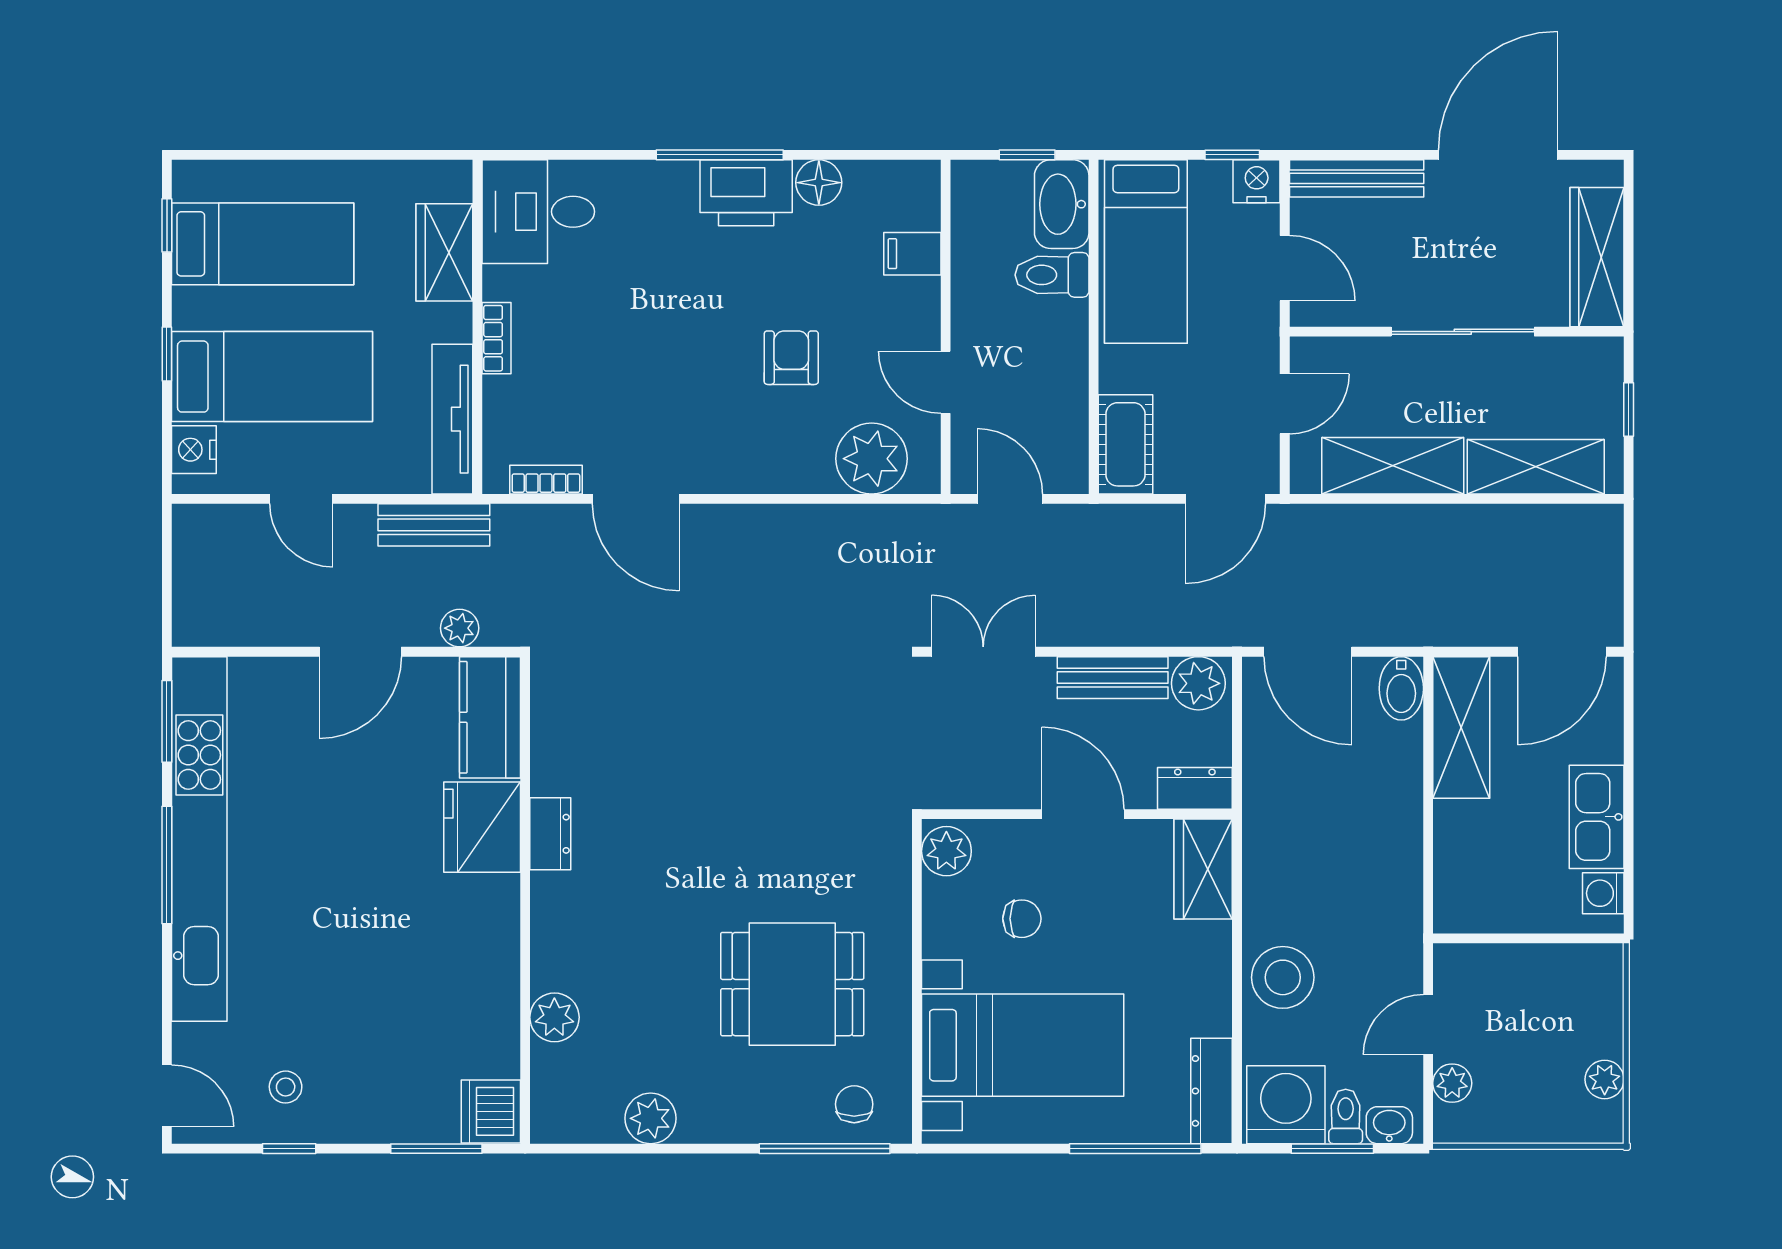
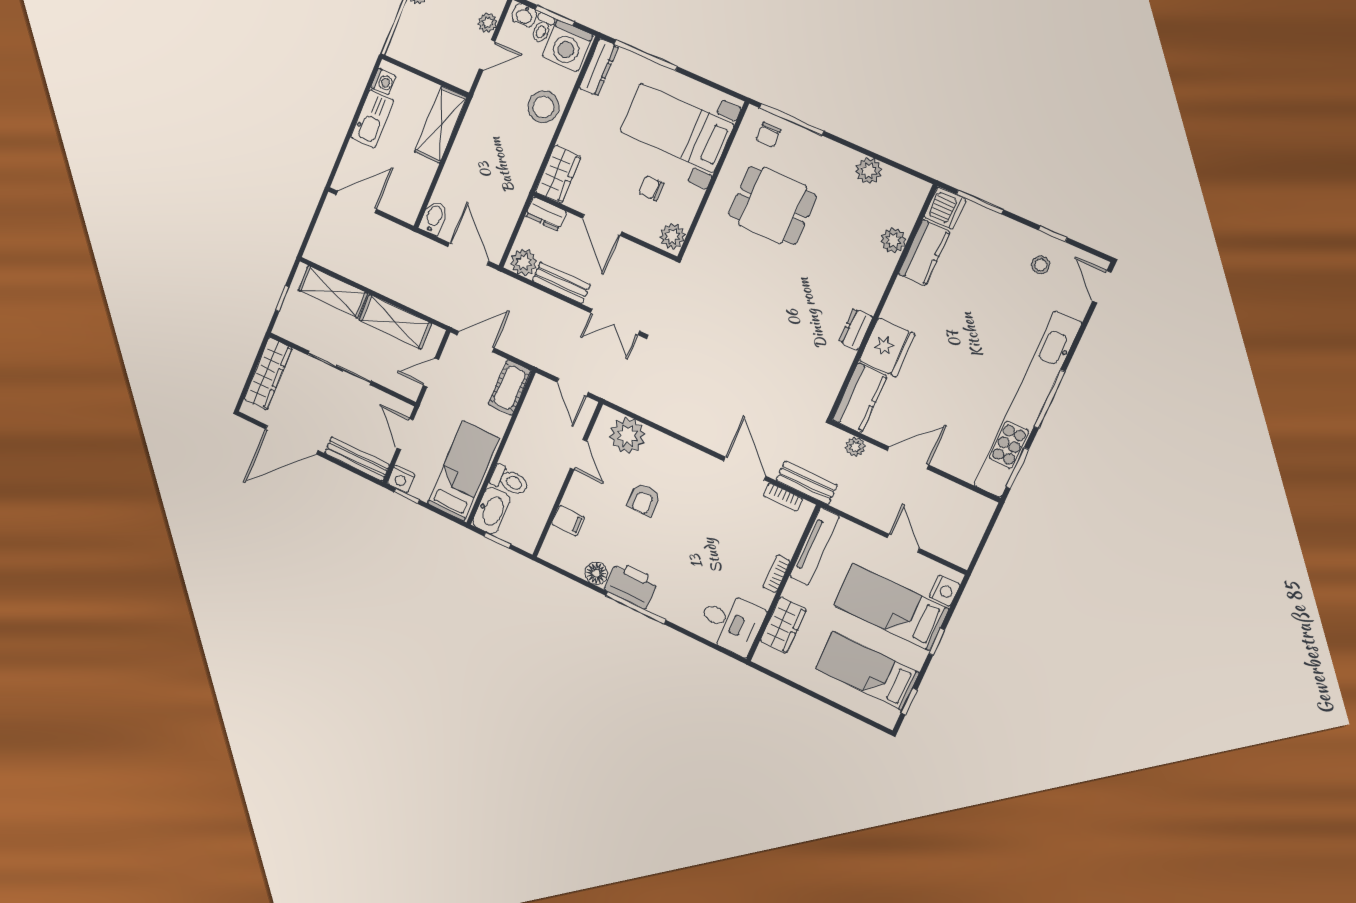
bench: (434, 525) -> (807, 483), moved
shelving: (1461, 727) -> (441, 125), moved
kitchen counter: (492, 1019) -> (924, 253), added

